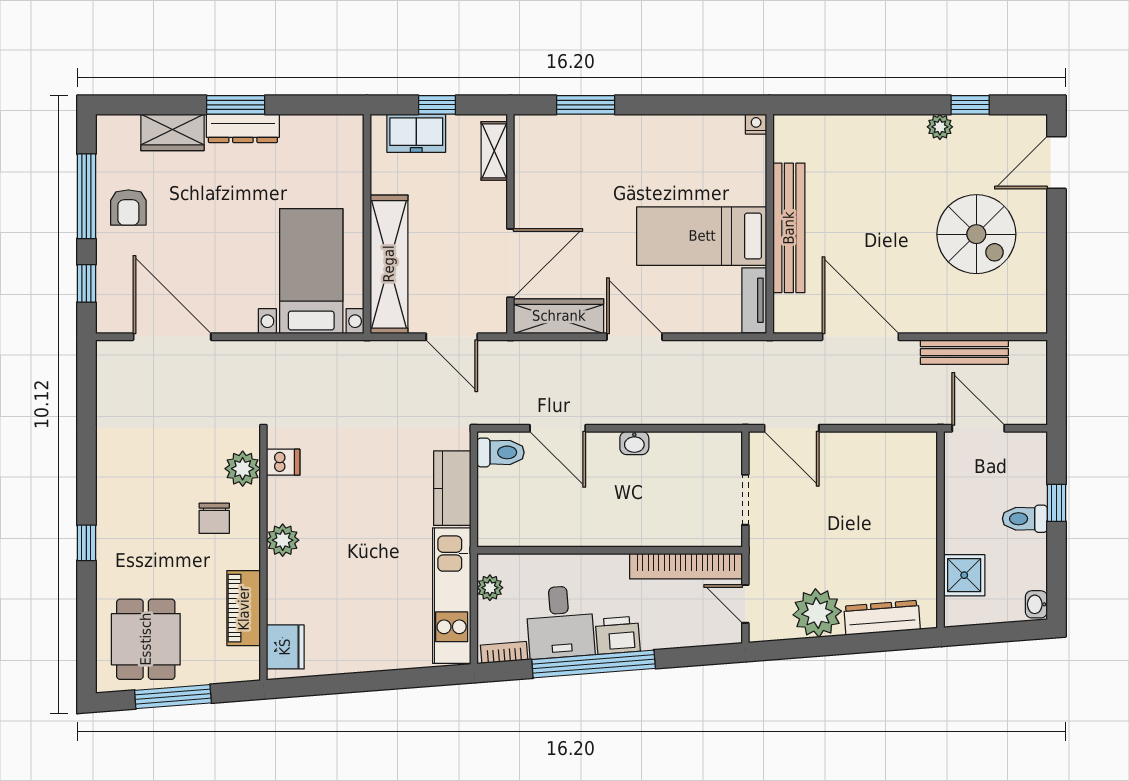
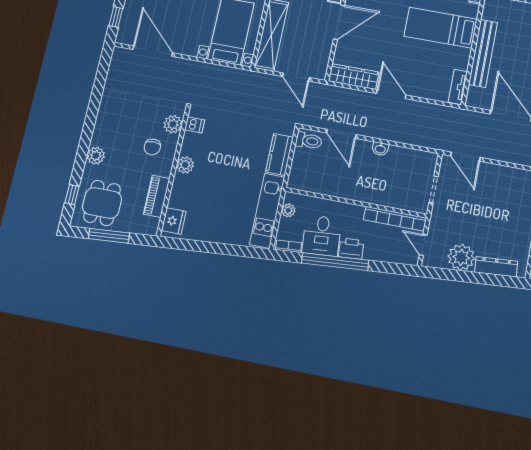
bed: (702, 236) -> (441, 28), moved
door: (510, 263) -> (339, 22), moved
window: (86, 543) -> (72, 195), moved
plant: (113, 554) -> (96, 156), added

